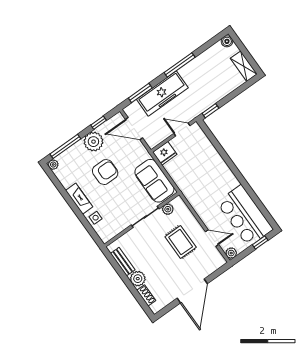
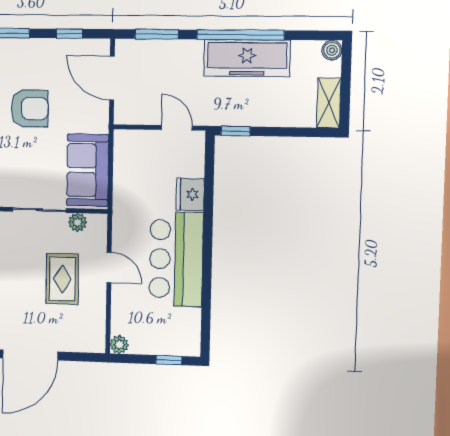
window: (180, 65) -> (240, 35), width x1.46
freezer: (162, 93) -> (247, 58), moved
plant: (93, 142) -> (44, 55), removed
fridge: (165, 153) -> (190, 194), moved, turned 90
bar counter: (245, 216) -> (176, 259), moved
door: (212, 238) -> (109, 267), moved

